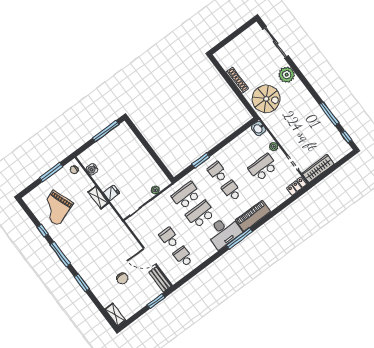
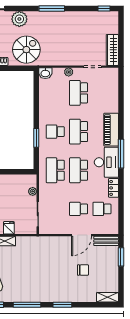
window: (329, 114) -> (52, 9), moved
locker: (297, 186) -> (114, 188), moved
school desk: (232, 191) -> (79, 132), width x1.85

